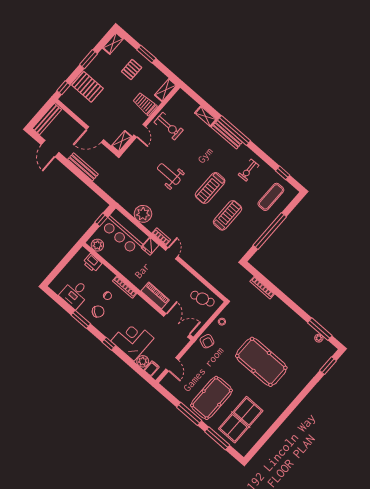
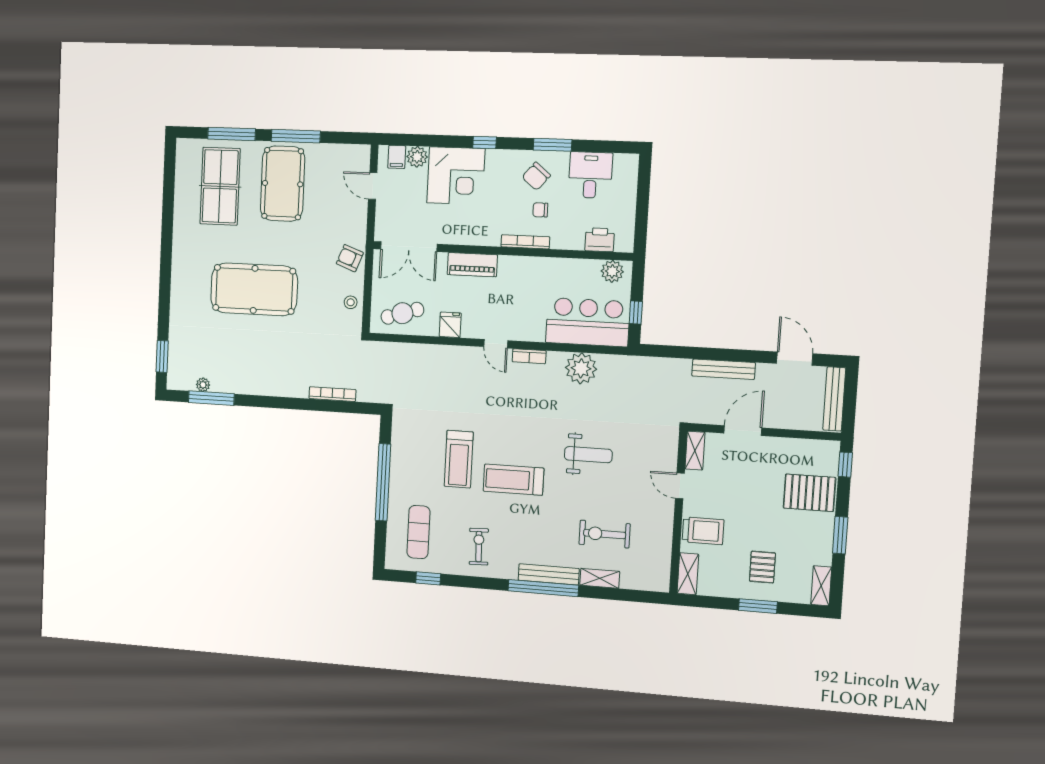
exercise bike: (169, 126) -> (605, 534), moved
treadmill: (210, 188) -> (513, 480), turned -90
fridge: (150, 246) -> (450, 325), moved

